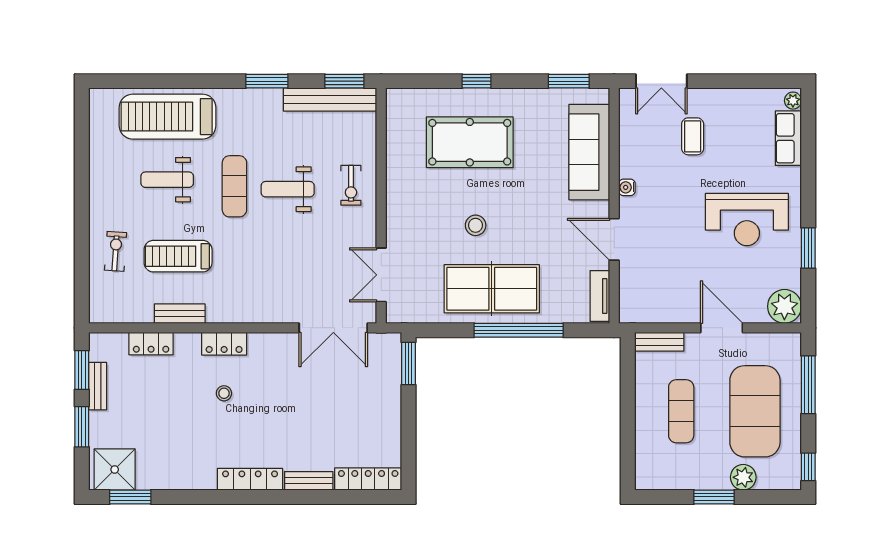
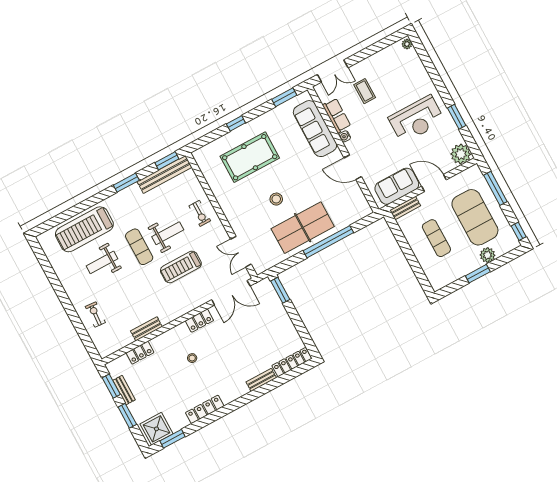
row of seats: (788, 138) -> (337, 115), moved, turned 180
weight bench: (288, 189) -> (168, 233), turned 180
treadmill: (178, 256) -> (181, 267), moved
tv unit: (600, 296) -> (361, 201), removed
sofa: (664, 303) -> (397, 186), added
locker: (224, 344) -> (199, 321), moved
locker: (250, 479) -> (205, 409), moved

